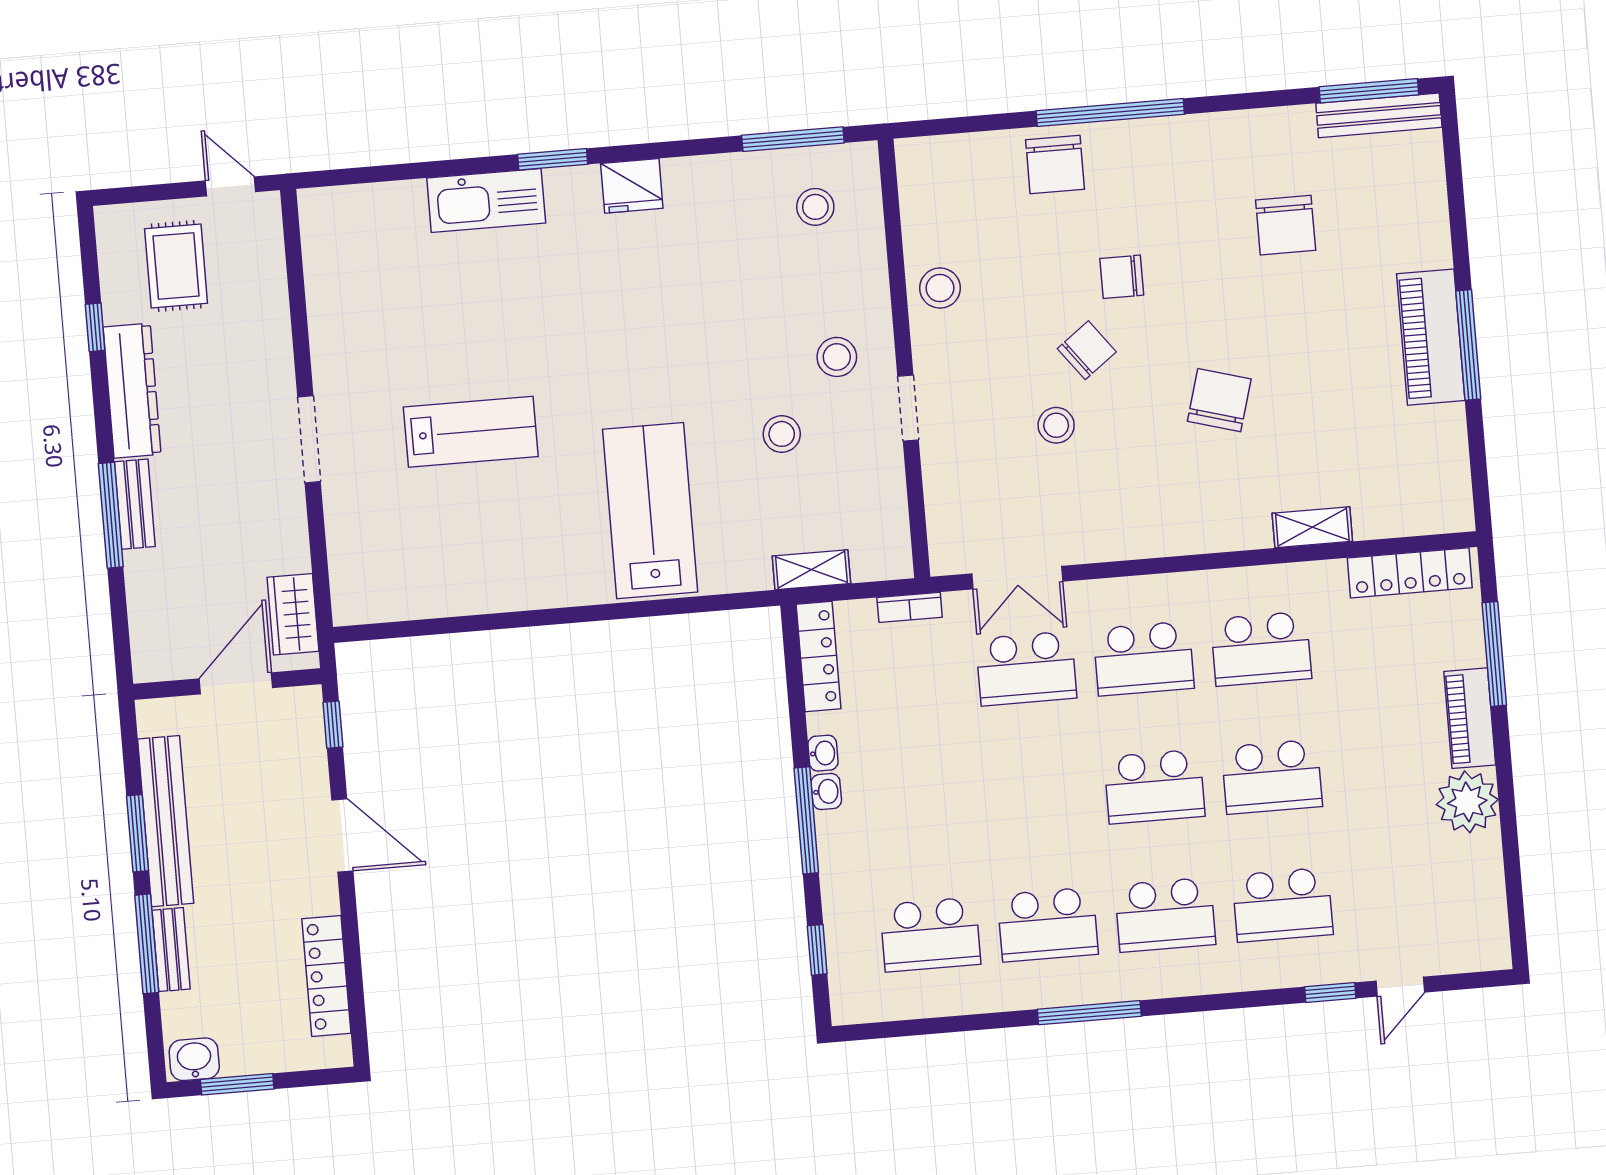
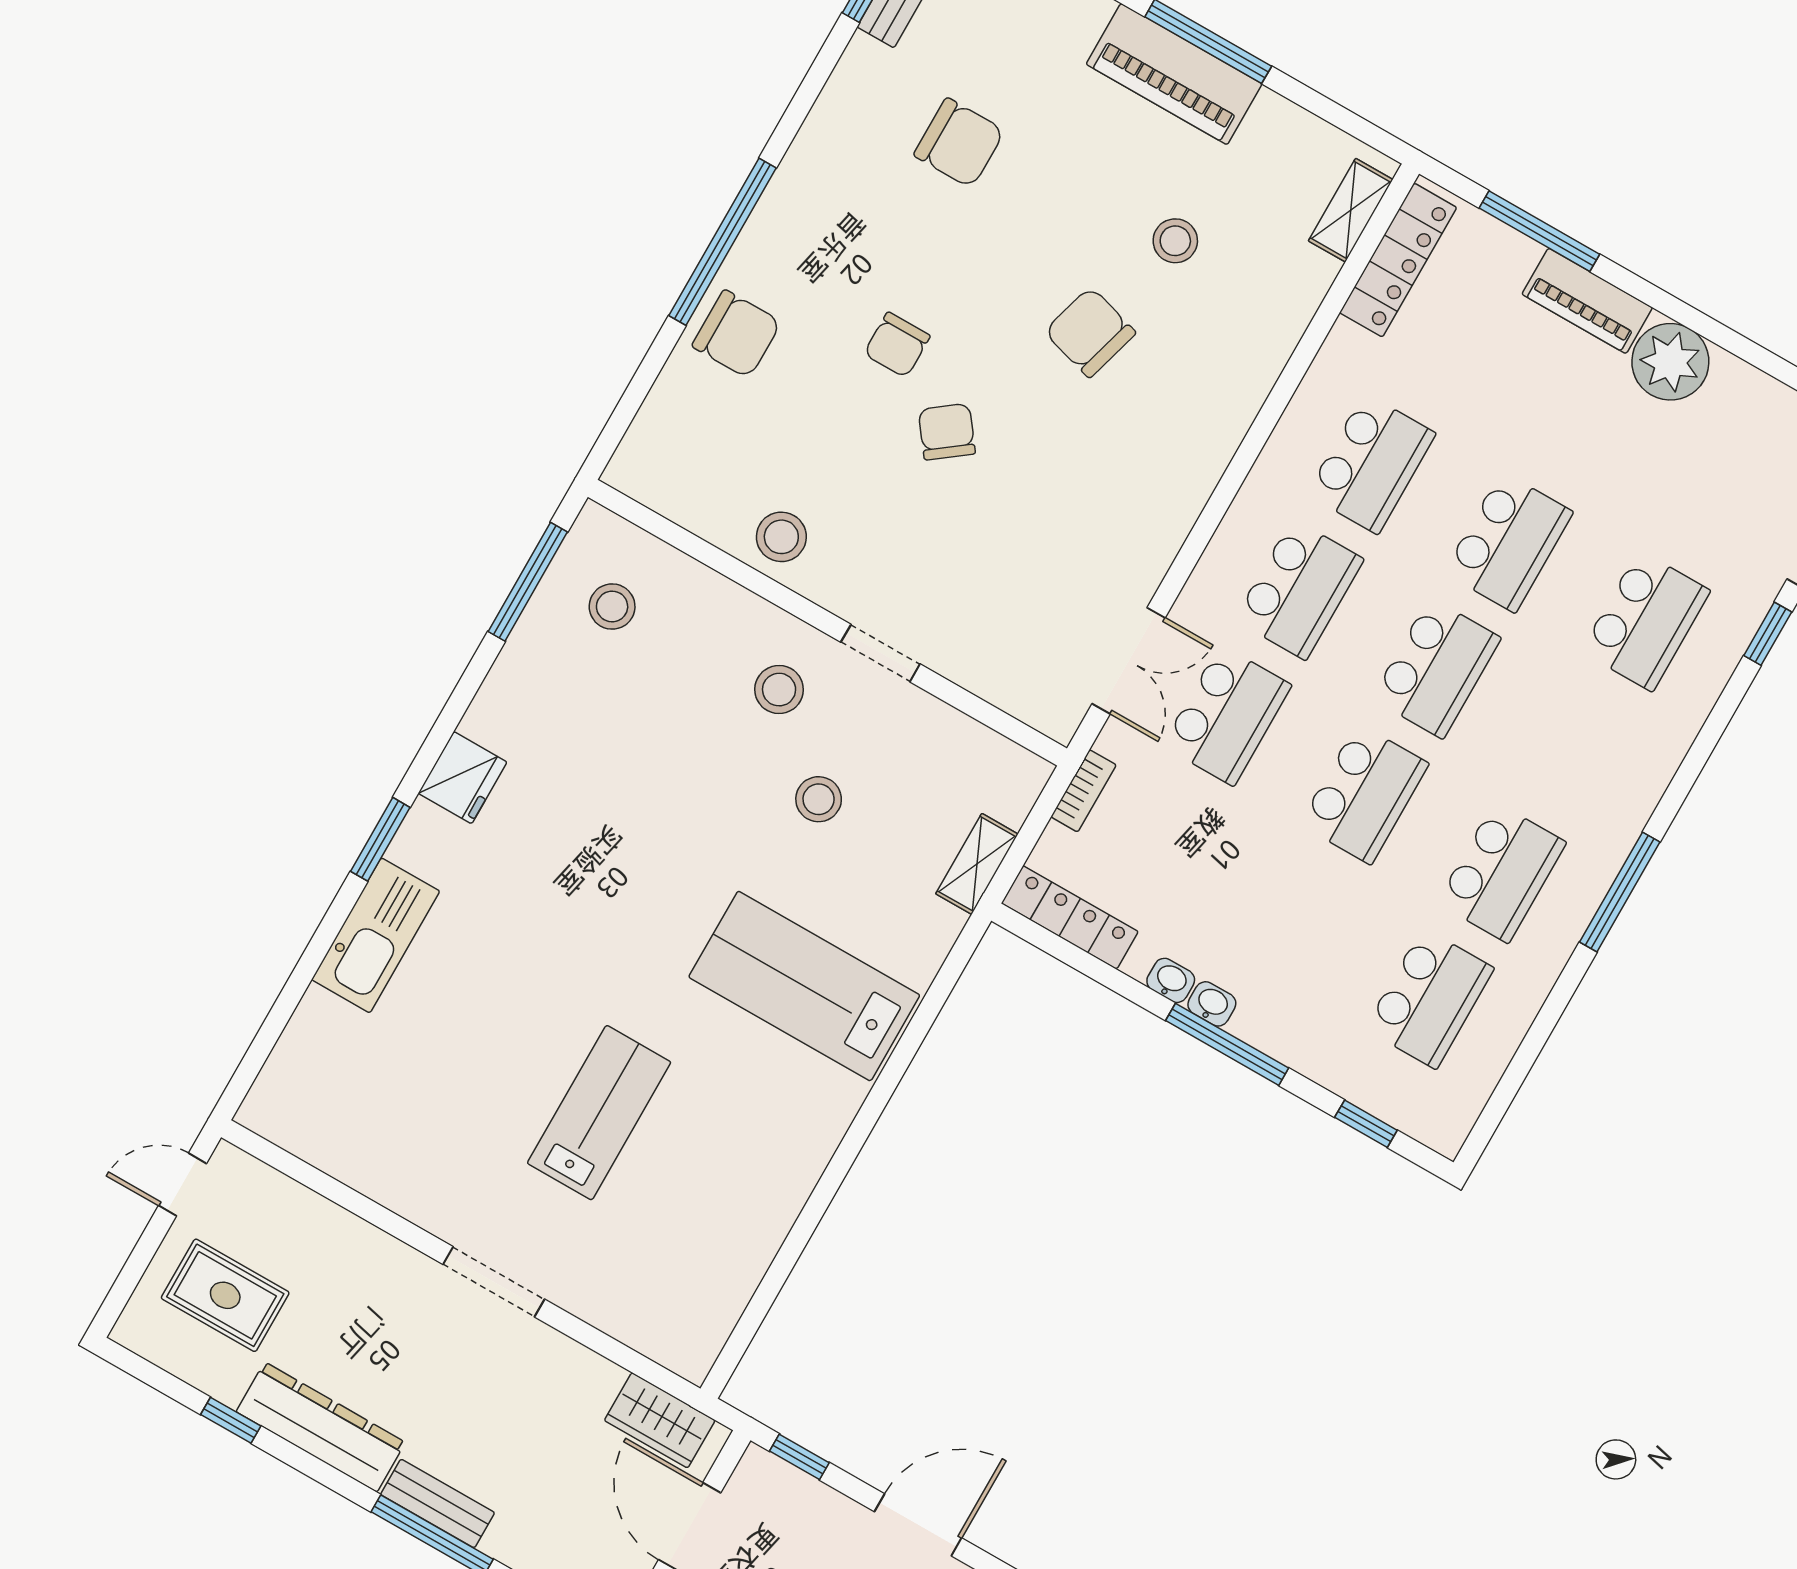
stool: (1056, 425) -> (1175, 241), moved
shelving: (1312, 527) -> (1351, 210), moved
school desk: (1165, 915) -> (1364, 794), moved

